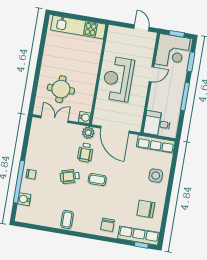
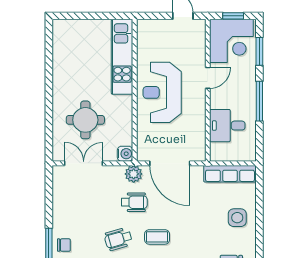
kitchen unit: (78, 27) -> (122, 57), moved, turned 90
desk: (157, 124) -> (227, 126), moved
wheelchair: (85, 153) -> (134, 202), turned -90

